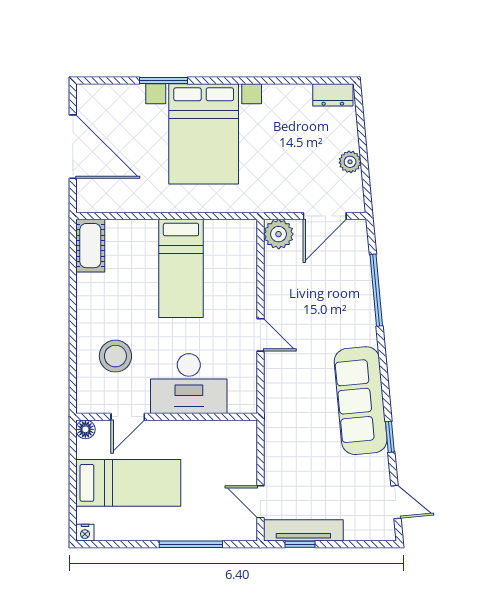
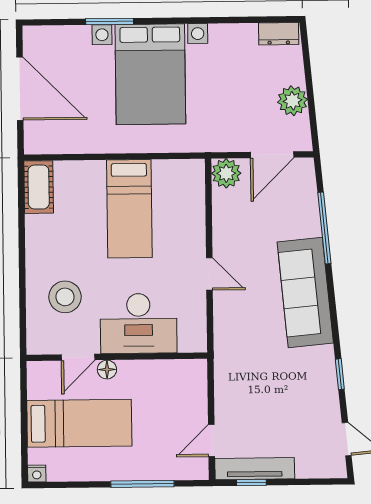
plant: (350, 162) -> (293, 101), width x1.38, depth x1.38
sofa: (361, 401) -> (305, 292), moved
floor lamp: (85, 429) -> (107, 370), moved
door: (260, 502) -> (211, 441), hinge flipped

